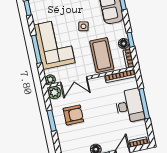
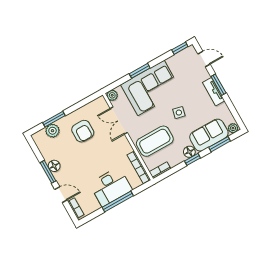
window: (131, 40) -> (192, 159), moved
floor lamp: (124, 44) -> (189, 152), moved
window: (36, 49) -> (140, 71), width x0.69
plant: (54, 93) -> (52, 131), moved
window: (52, 121) -> (54, 119), moved

